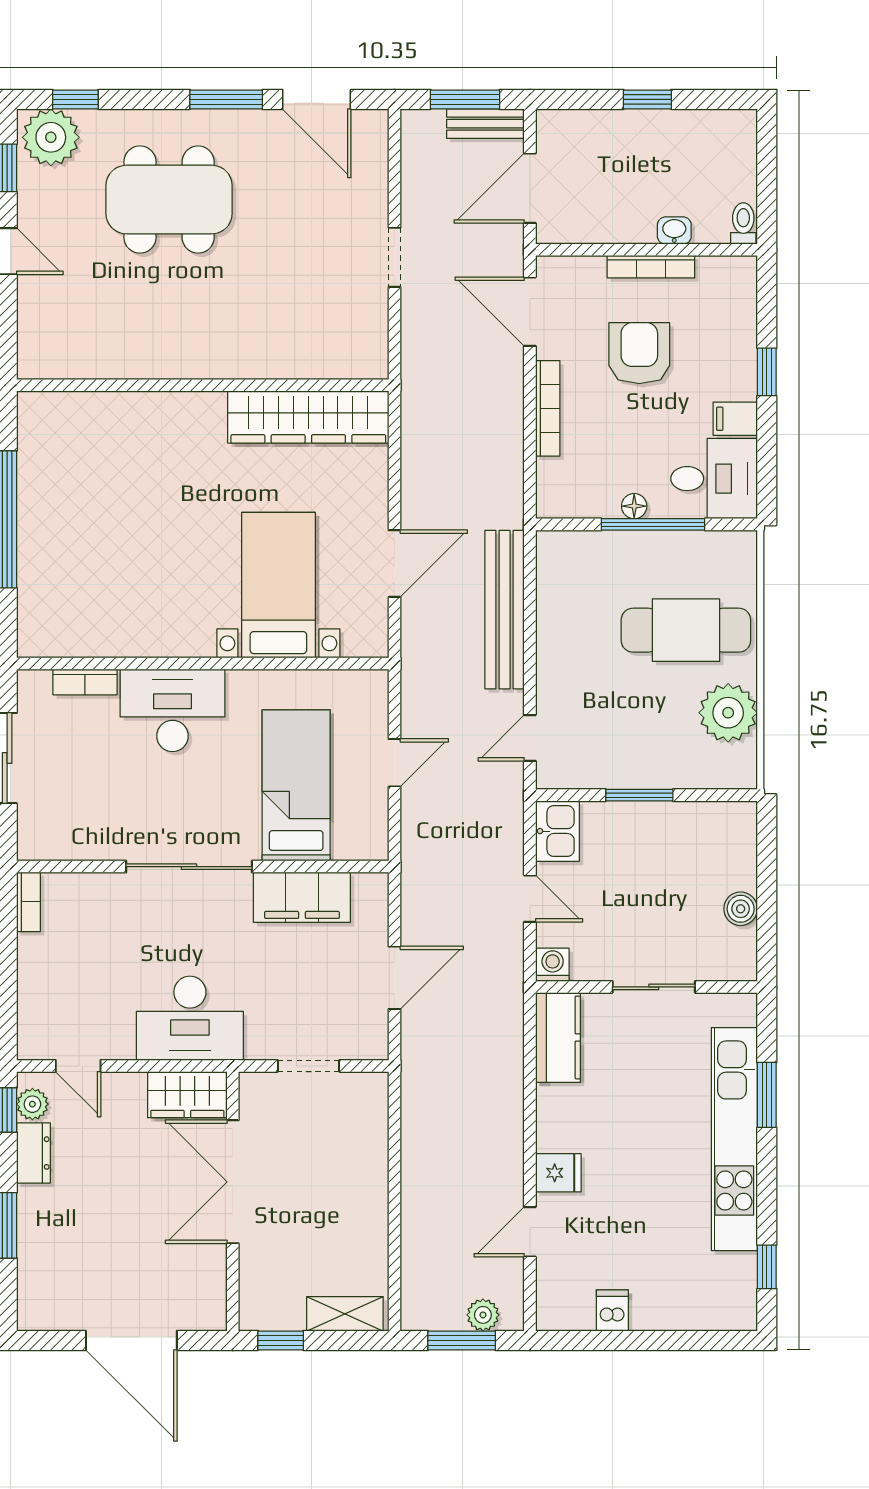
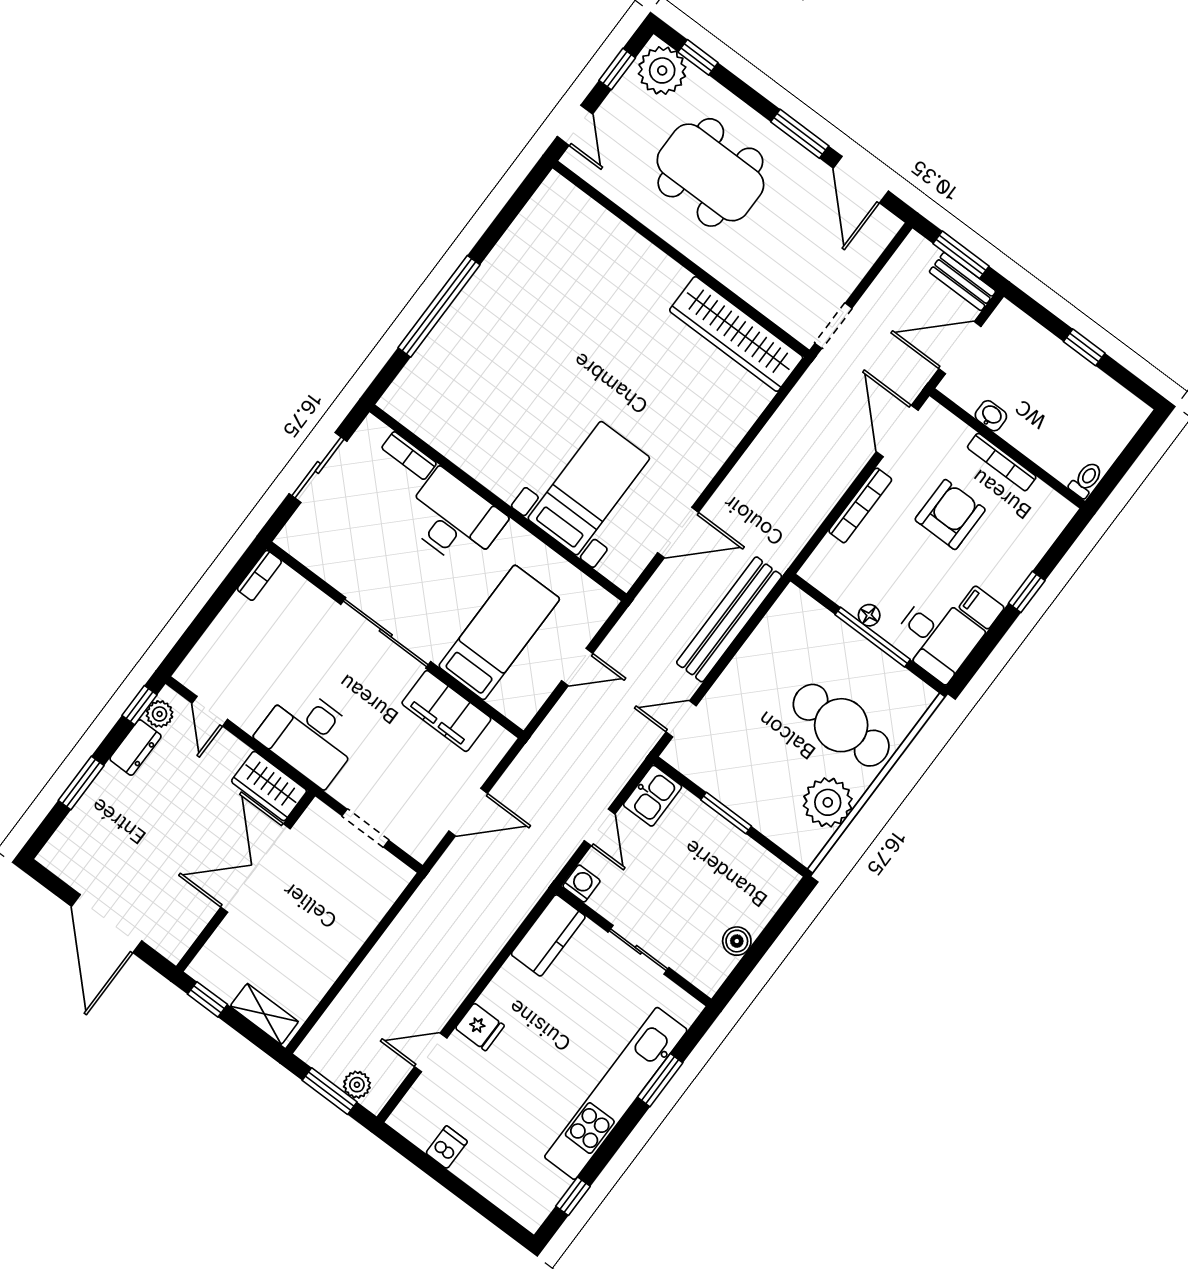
washbasin: (674, 231) -> (991, 416), moved
wall: (203, 385) -> (681, 259), moved
wardrobe: (308, 417) -> (736, 334), moved

